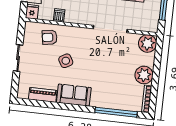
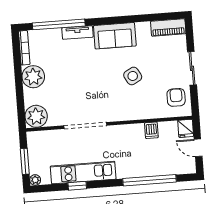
armchair: (50, 37) -> (176, 97), moved, turned -80
piano: (43, 95) -> (168, 27), moved
tv unit: (103, 103) -> (77, 33), added

